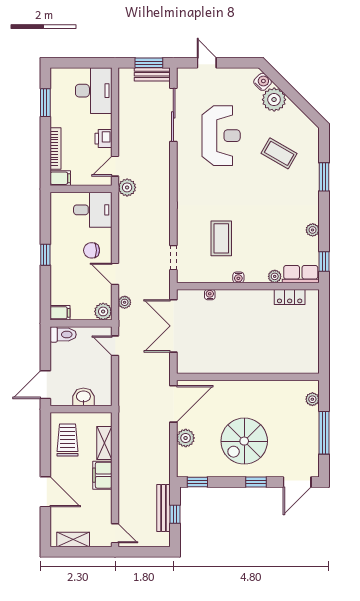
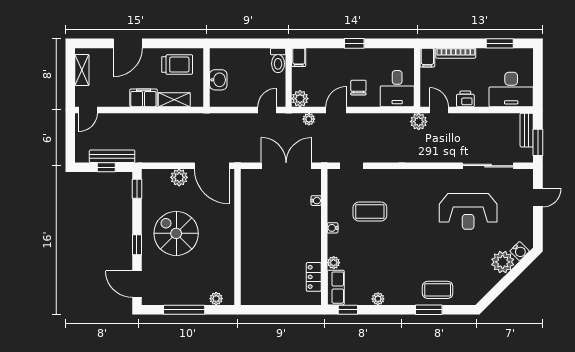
bench: (152, 74) -> (527, 130), moved
coffee table: (279, 153) -> (438, 290), moved, turned 60
door: (45, 385) -> (230, 43), removed

